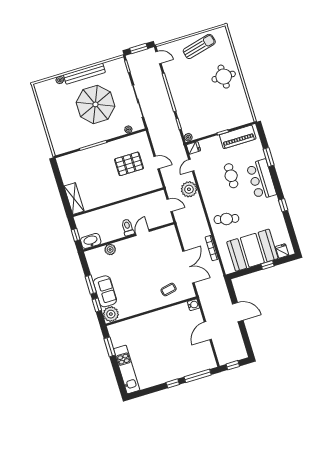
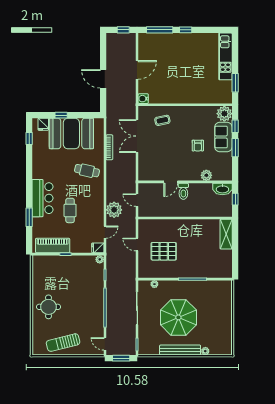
window: (283, 205) -> (29, 139), moved
armchair: (127, 276) -> (198, 146), added

